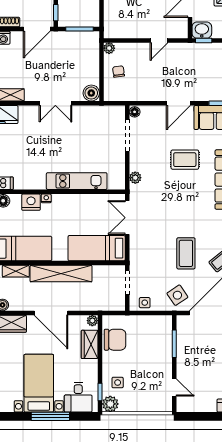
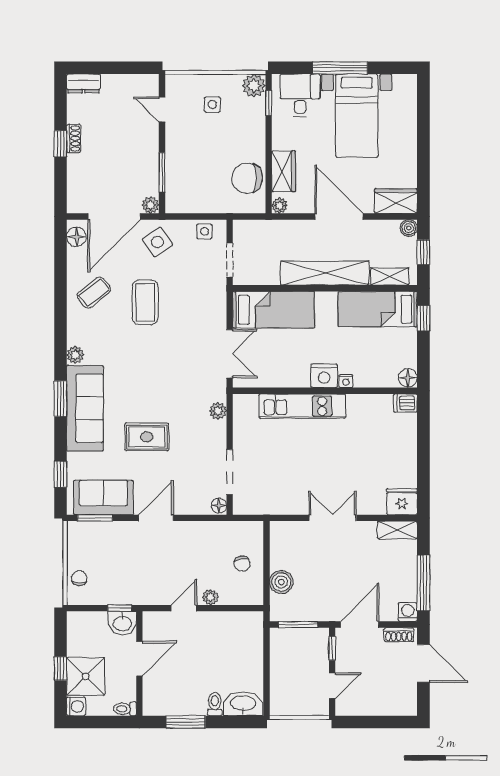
plant: (109, 48) -> (210, 597), moved
boiler: (91, 93) -> (281, 582), moved
nightstand: (31, 202) -> (324, 376), moved
plant: (182, 321) -> (150, 205), added
side table: (118, 383) -> (212, 105), moved

